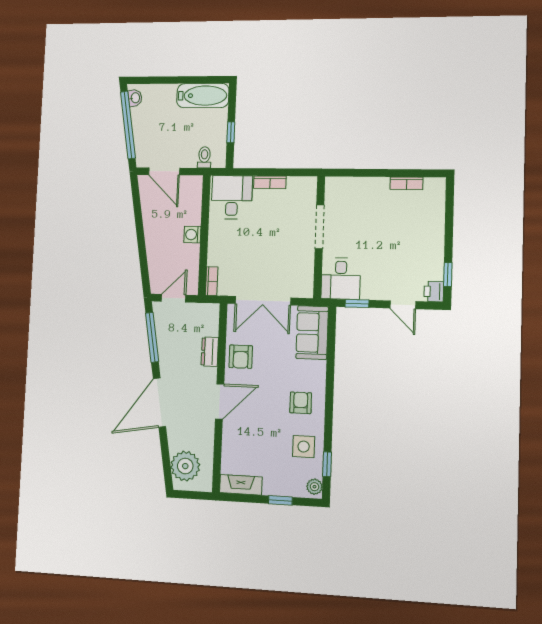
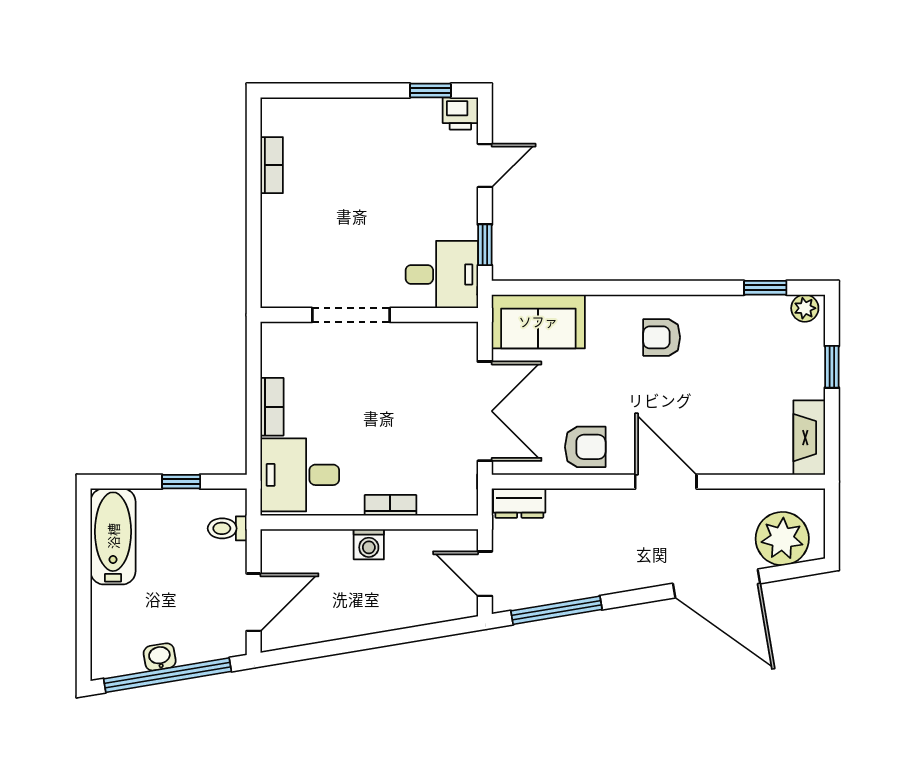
washbasin: (135, 98) -> (160, 657), moved
bookcase: (212, 281) -> (390, 505), moved
dresser: (210, 352) -> (519, 503), moved
door: (160, 403) -> (717, 583), moved
side table: (304, 447) -> (737, 330), removed

